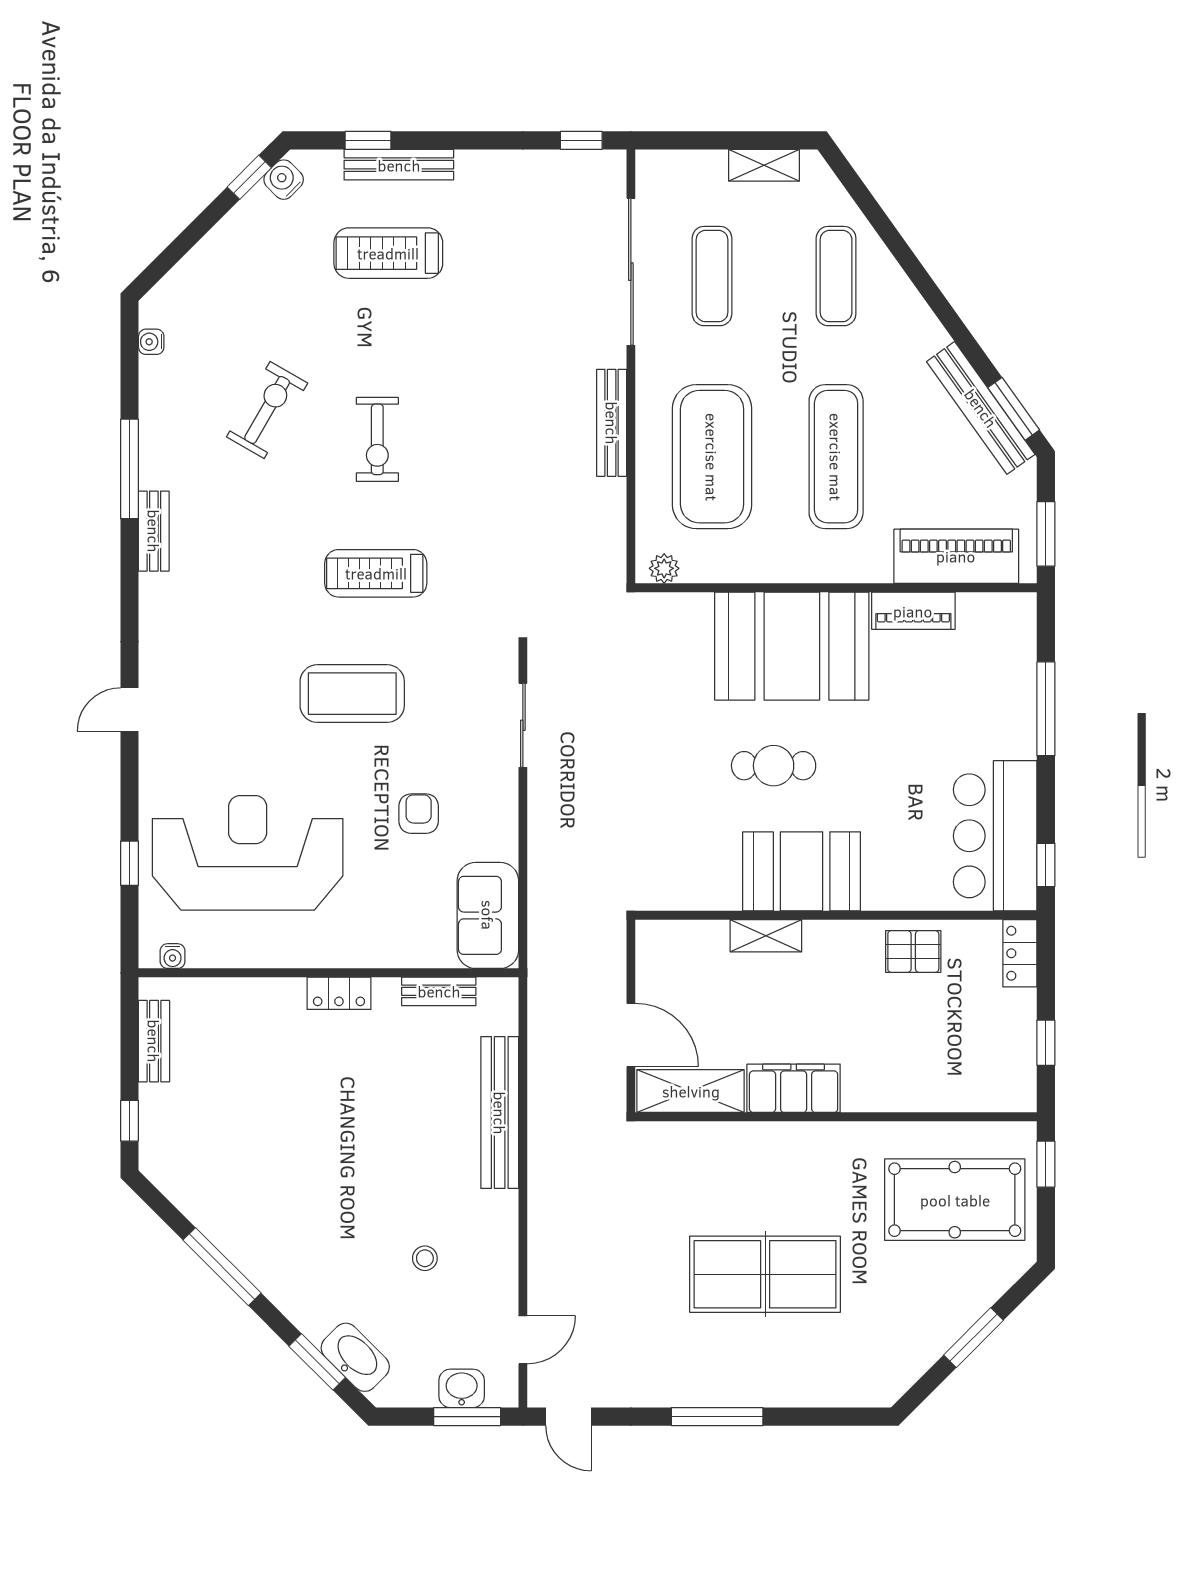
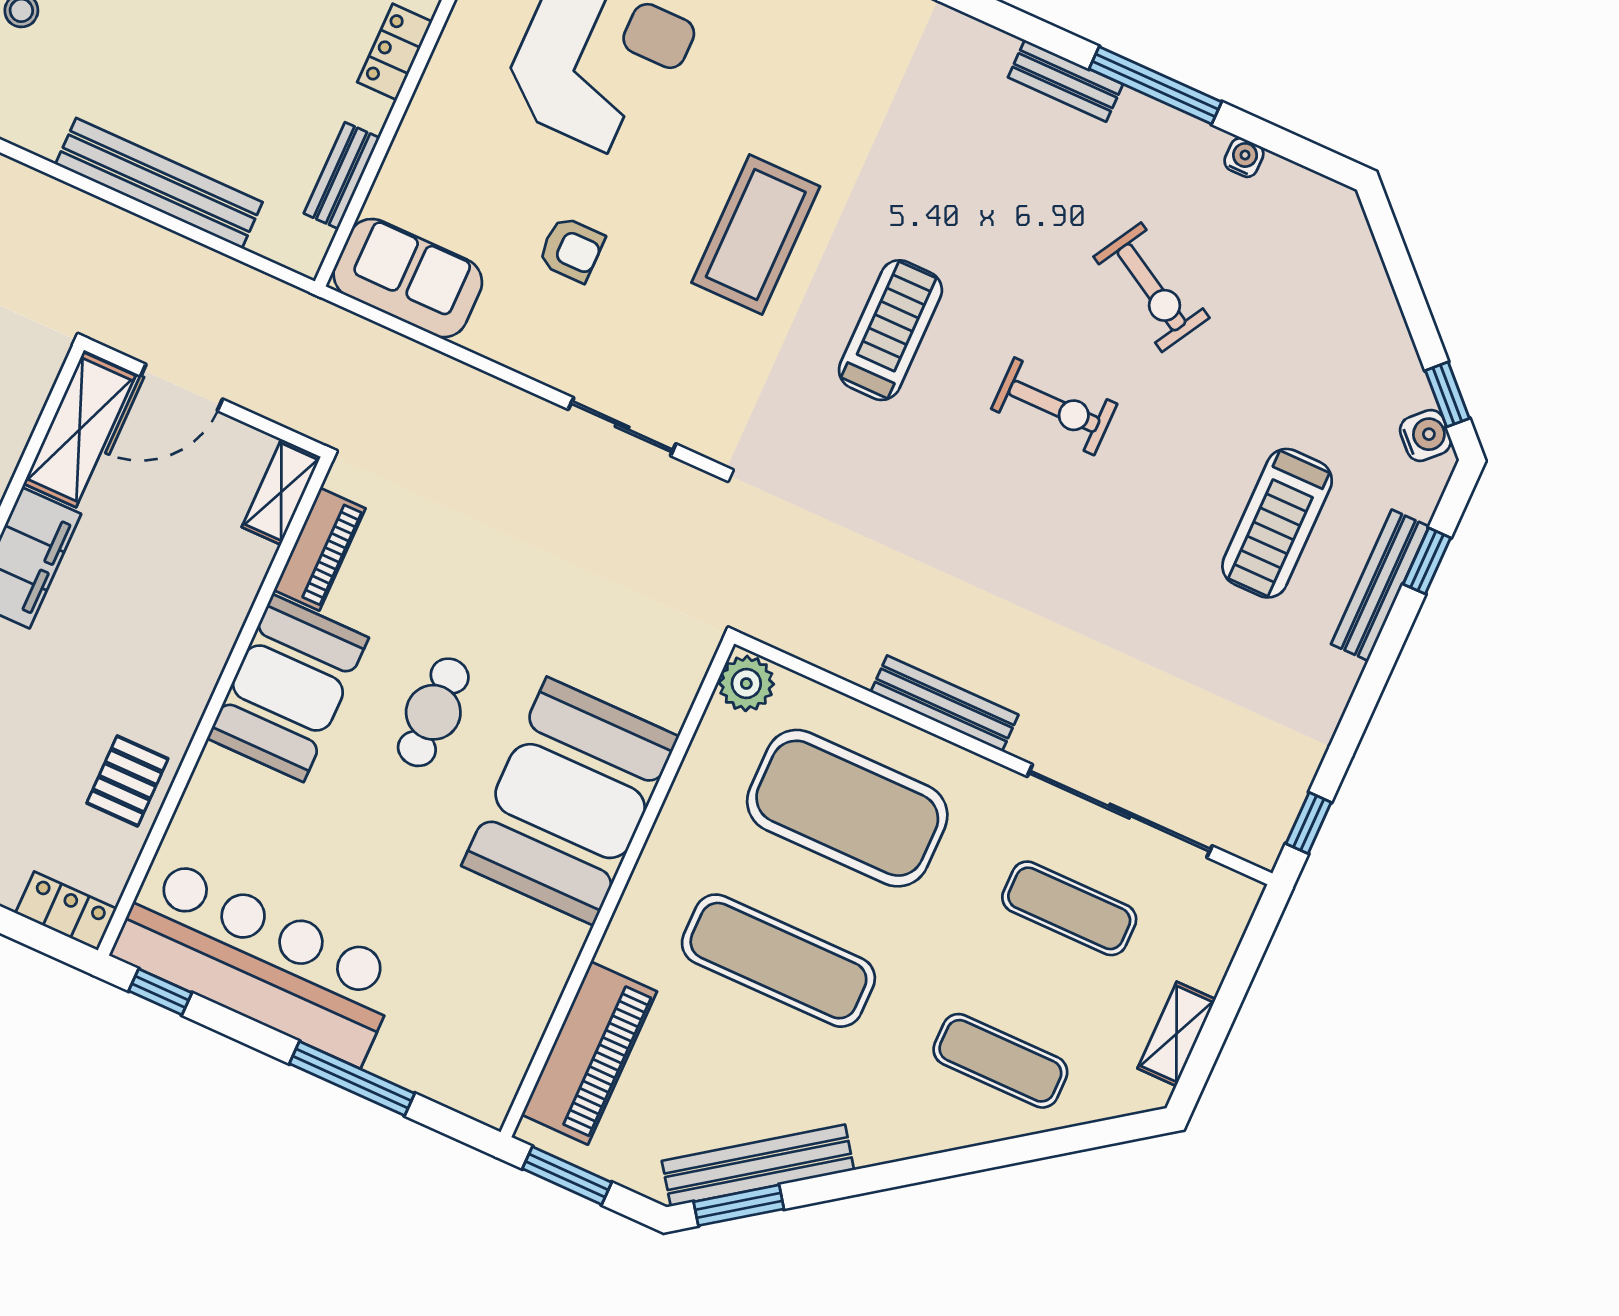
treadmill: (388, 253) -> (1277, 523), turned 180
water cooler: (151, 342) -> (1244, 157), moved
exercise bike: (377, 439) -> (1054, 406), turned 180
plant: (664, 568) -> (746, 683), width x1.38, depth x1.38
piano: (913, 611) -> (320, 549), moved, turned 180
bar counter: (995, 836) -> (258, 961), width x1.36
shelving: (766, 936) -> (281, 492), moved

